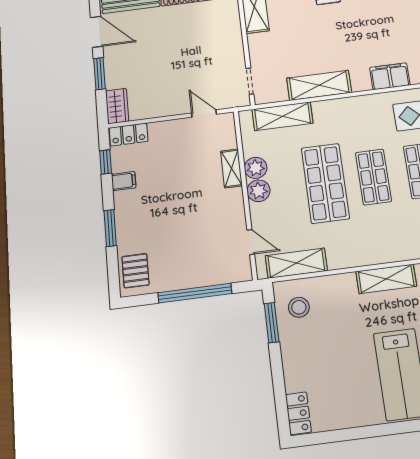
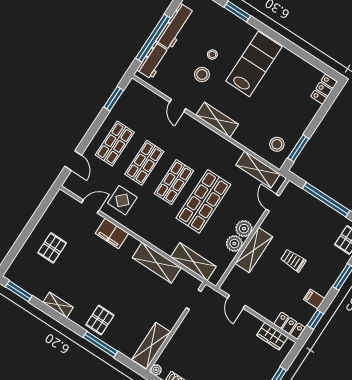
wardrobe: (117, 106) -> (272, 336), moved, turned -90
shelving: (231, 168) -> (254, 250), width x1.50, depth x1.33
trolley: (178, 201) -> (293, 260), added

